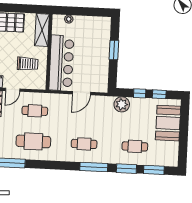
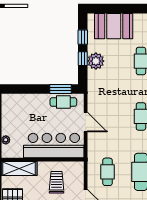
window: (114, 50) -> (60, 89), moved
cafe table: (101, 74) -> (63, 102), added
plant: (122, 104) -> (96, 61), moved

